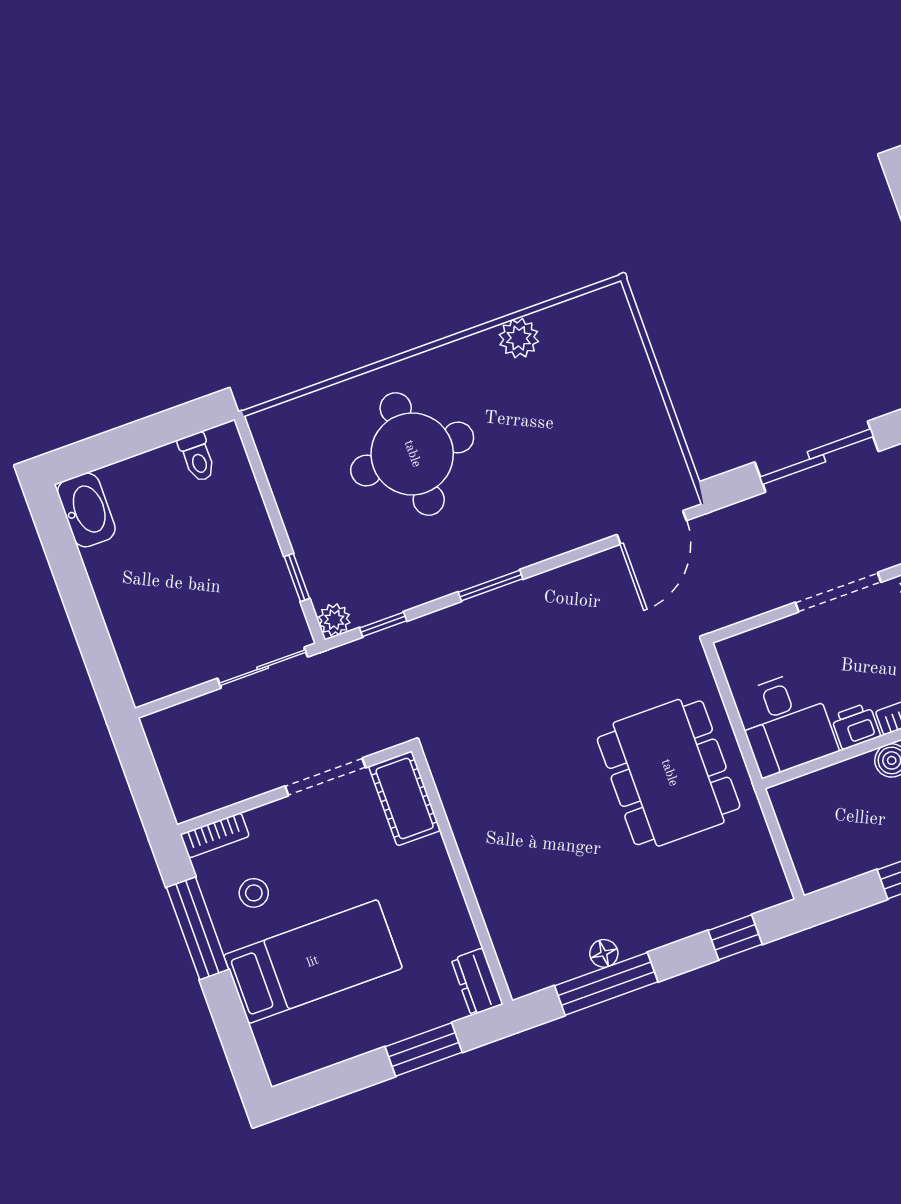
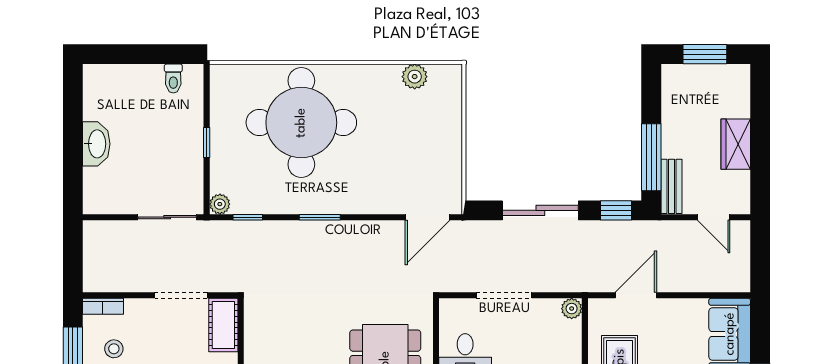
plant: (519, 338) -> (415, 77), moved
round table: (412, 454) -> (301, 123), width x1.36, depth x1.36
washbasin: (86, 510) -> (96, 144), moved
window: (297, 577) -> (207, 143), moved
doorway: (838, 592) -> (504, 295), moved

